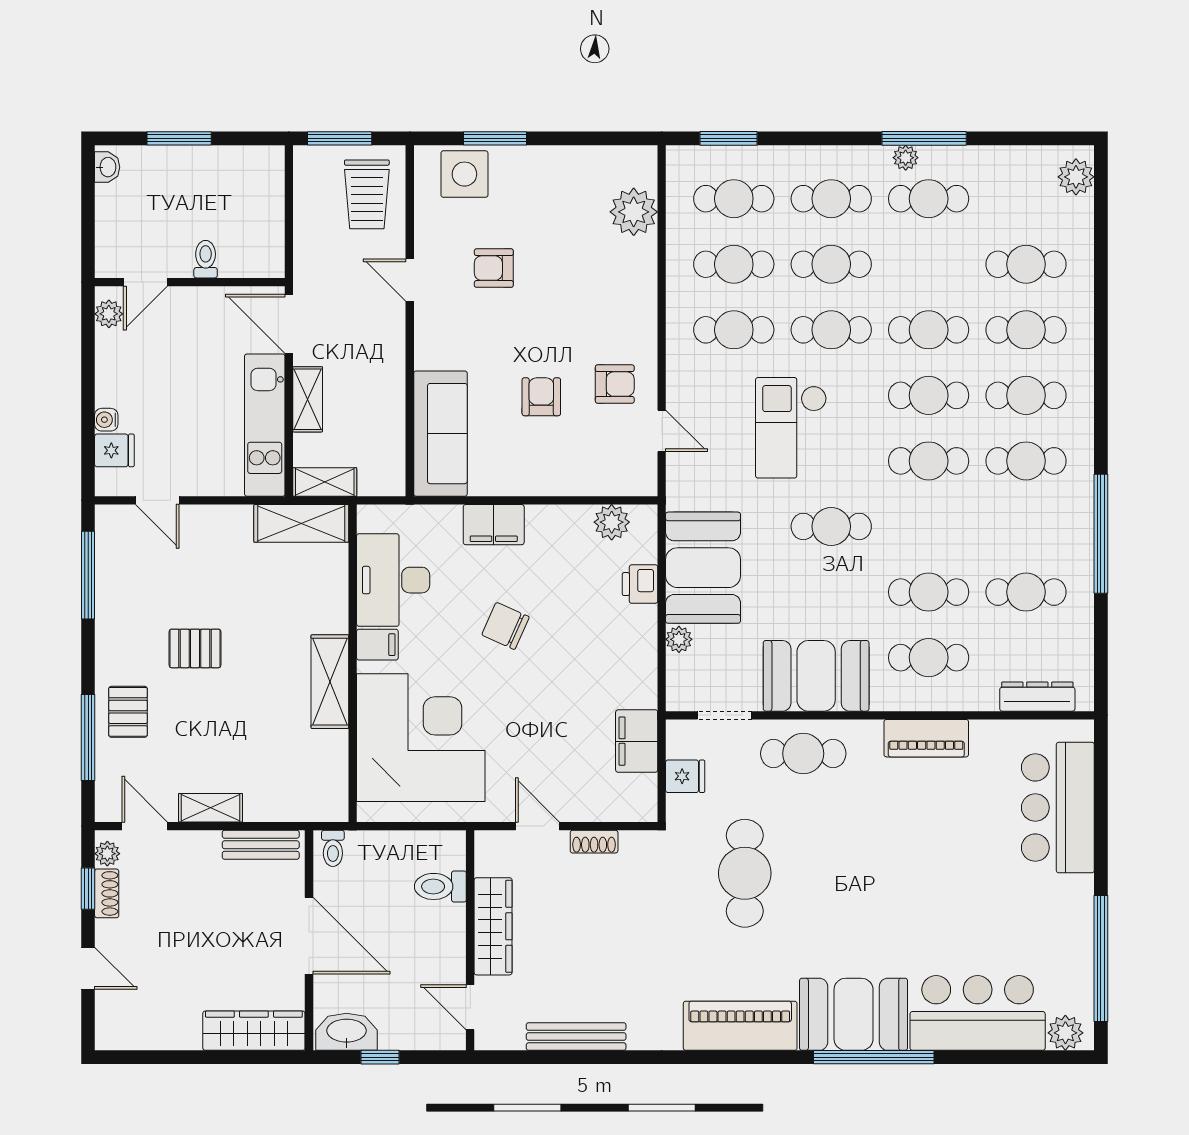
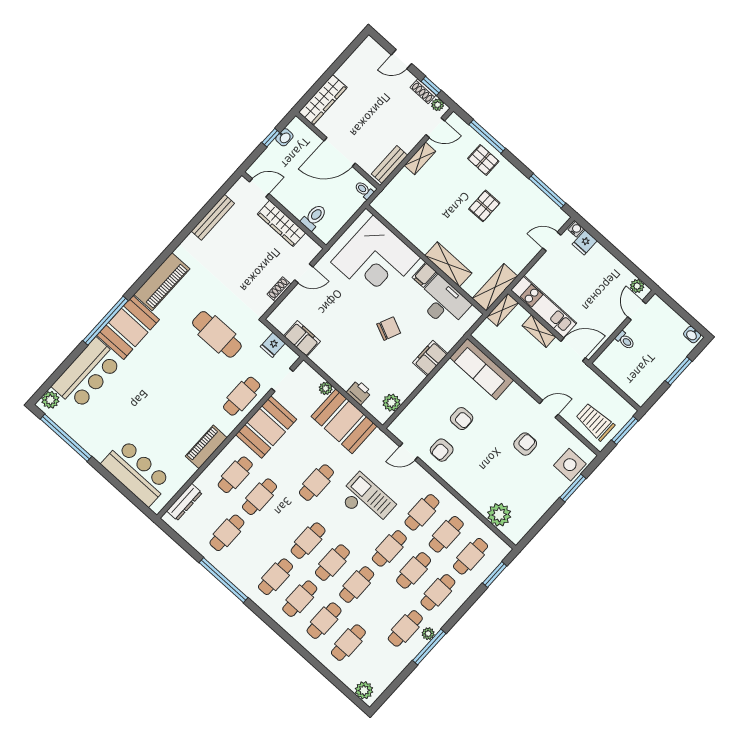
water cooler: (106, 420) -> (576, 229), moved
shelving: (330, 682) -> (448, 264), moved
washbasin: (347, 1032) -> (284, 137), width x0.52, depth x0.69

